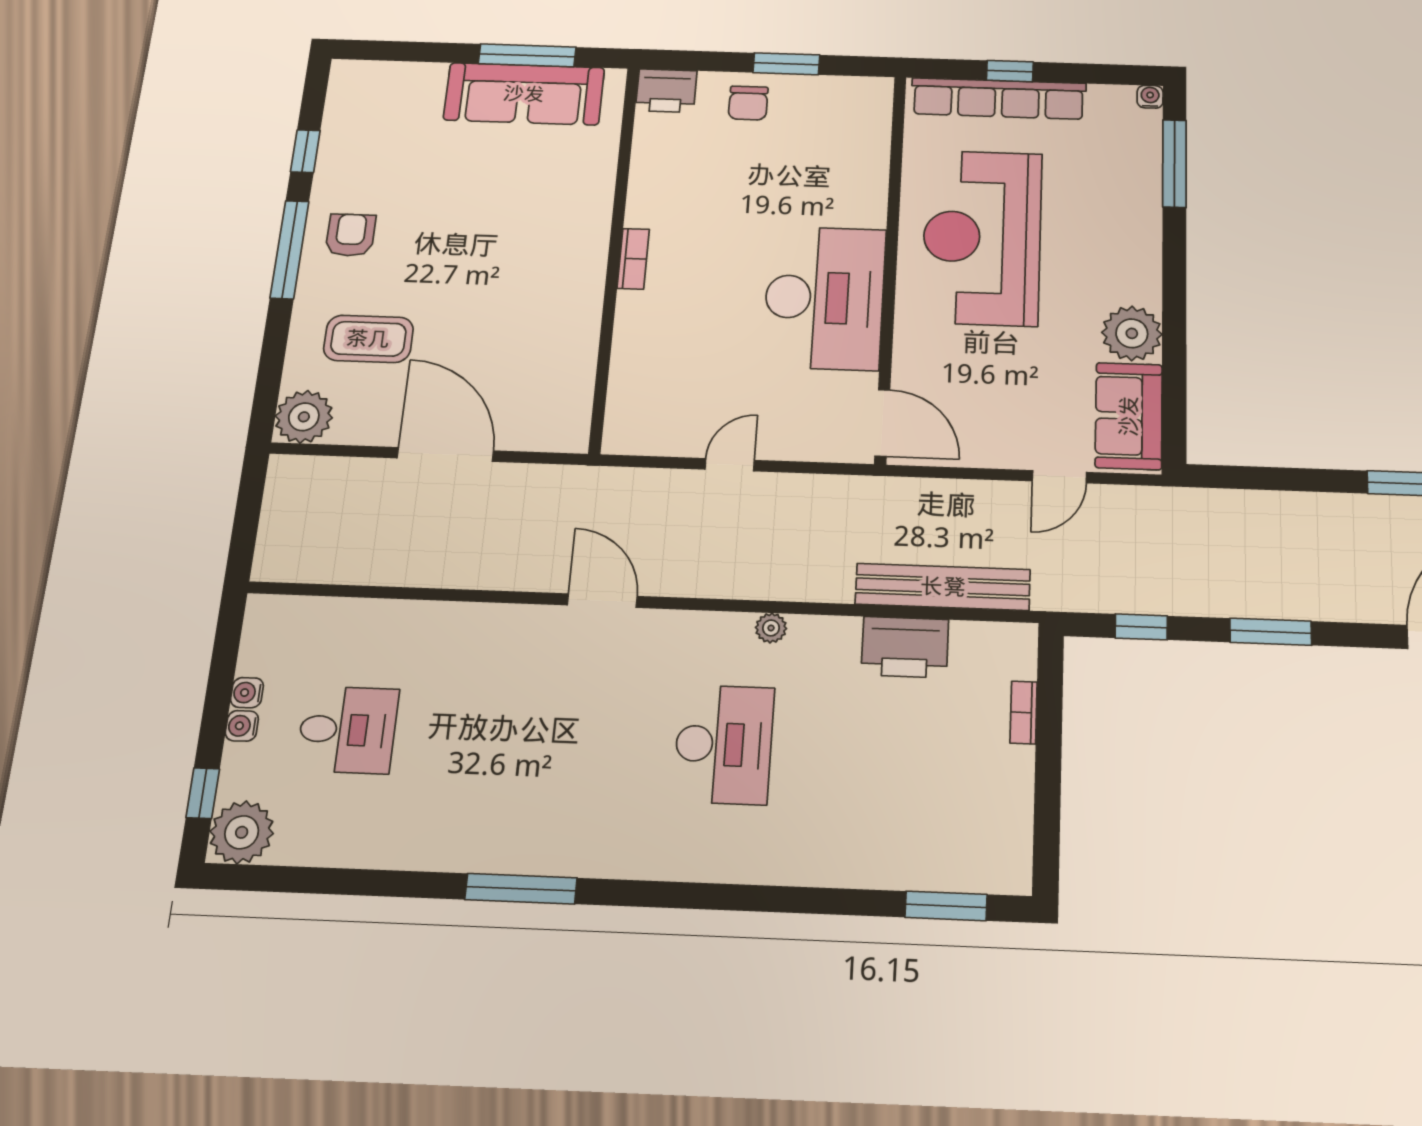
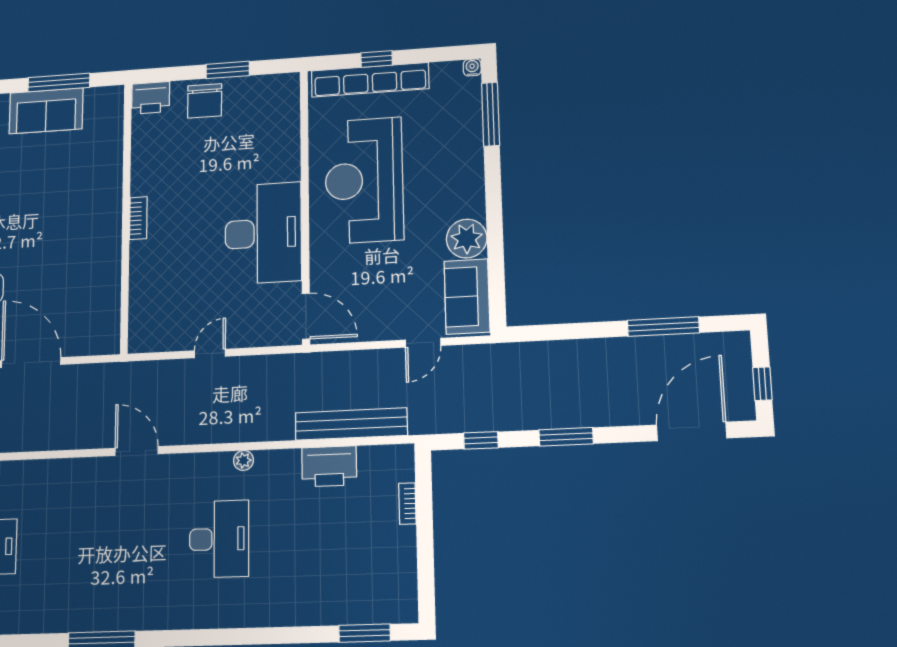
sofa: (524, 94) -> (46, 111), width x0.73
chair: (748, 103) -> (205, 101), width x1.37, depth x1.37

